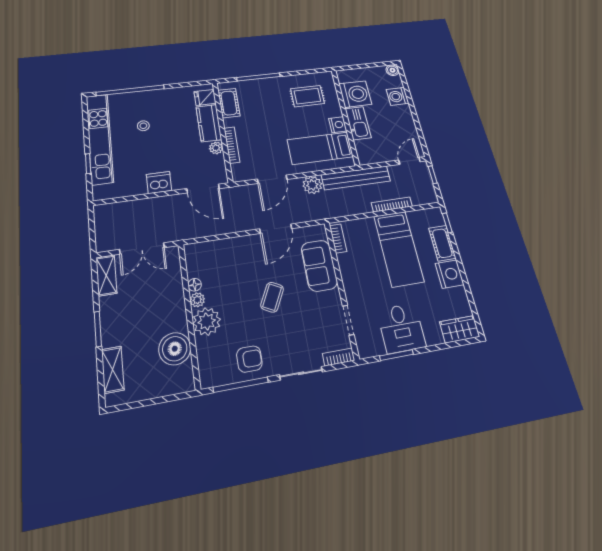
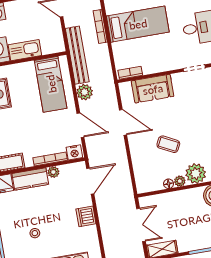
nightstand: (338, 125) -> (74, 152), moved, turned 180
coffee table: (272, 297) -> (168, 144), moved

